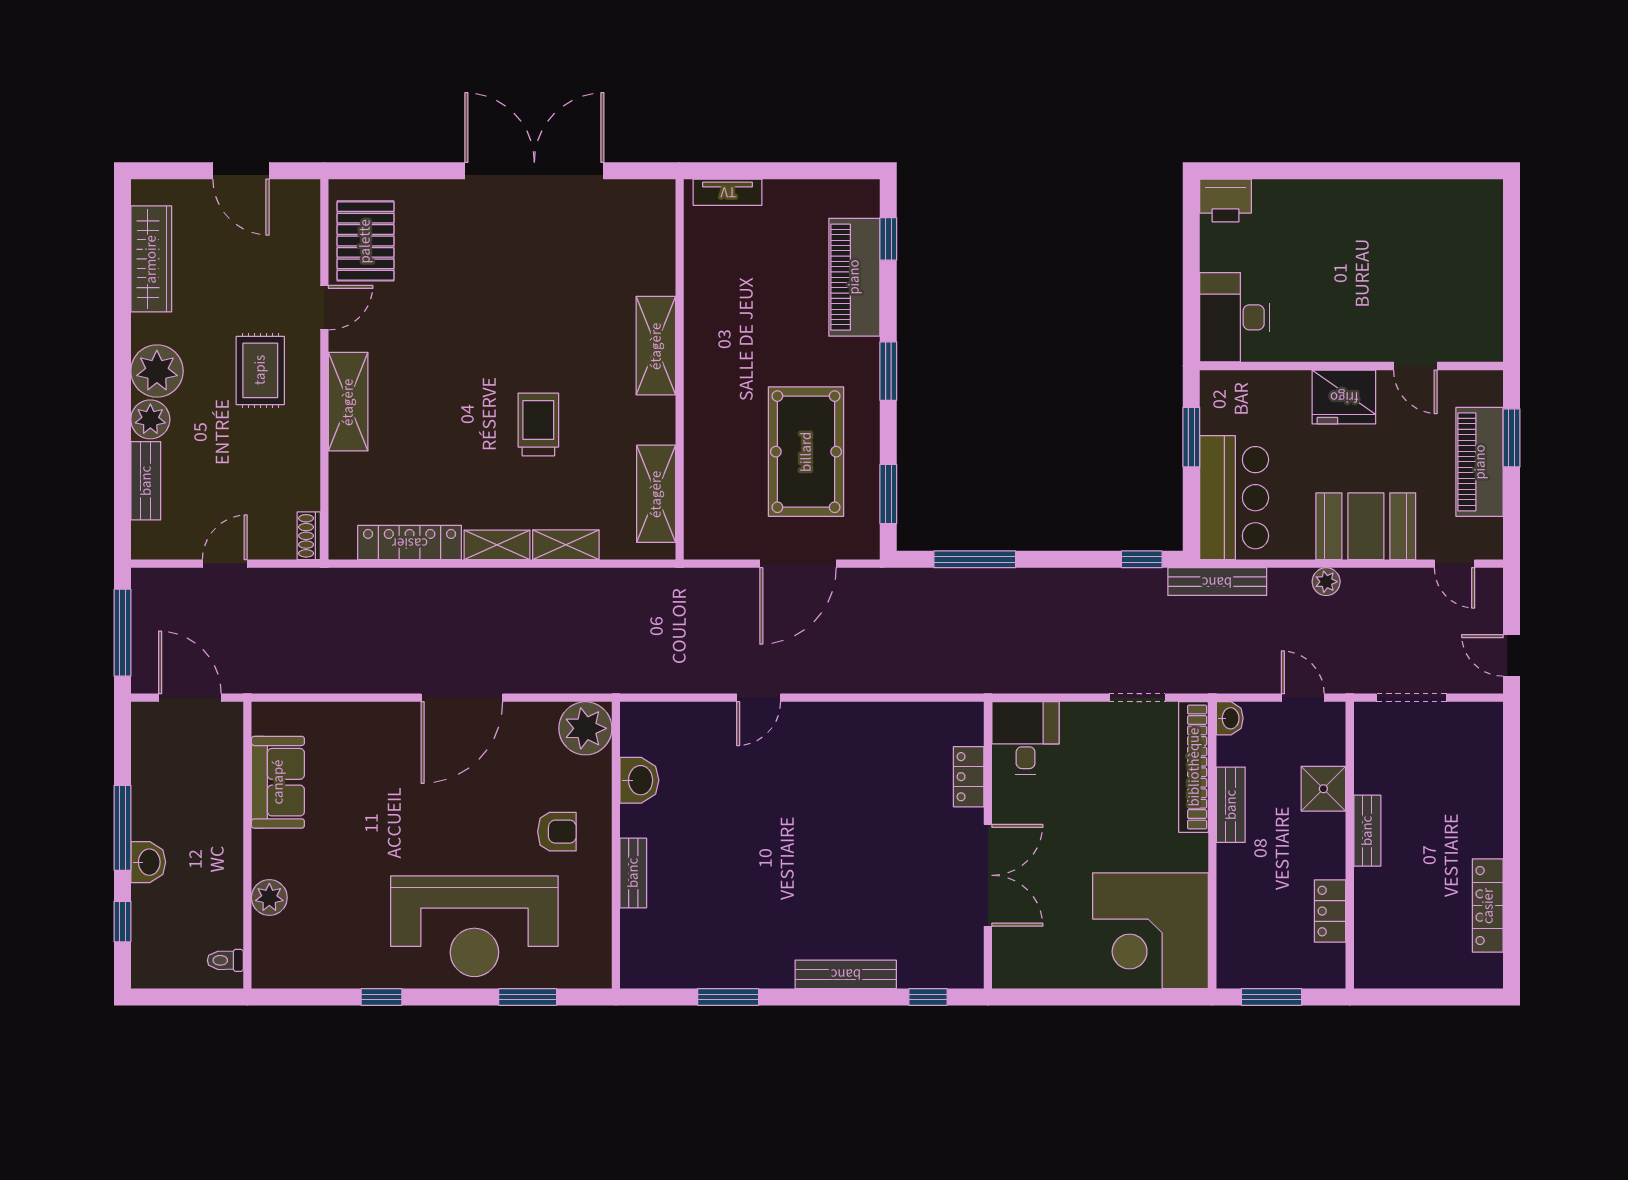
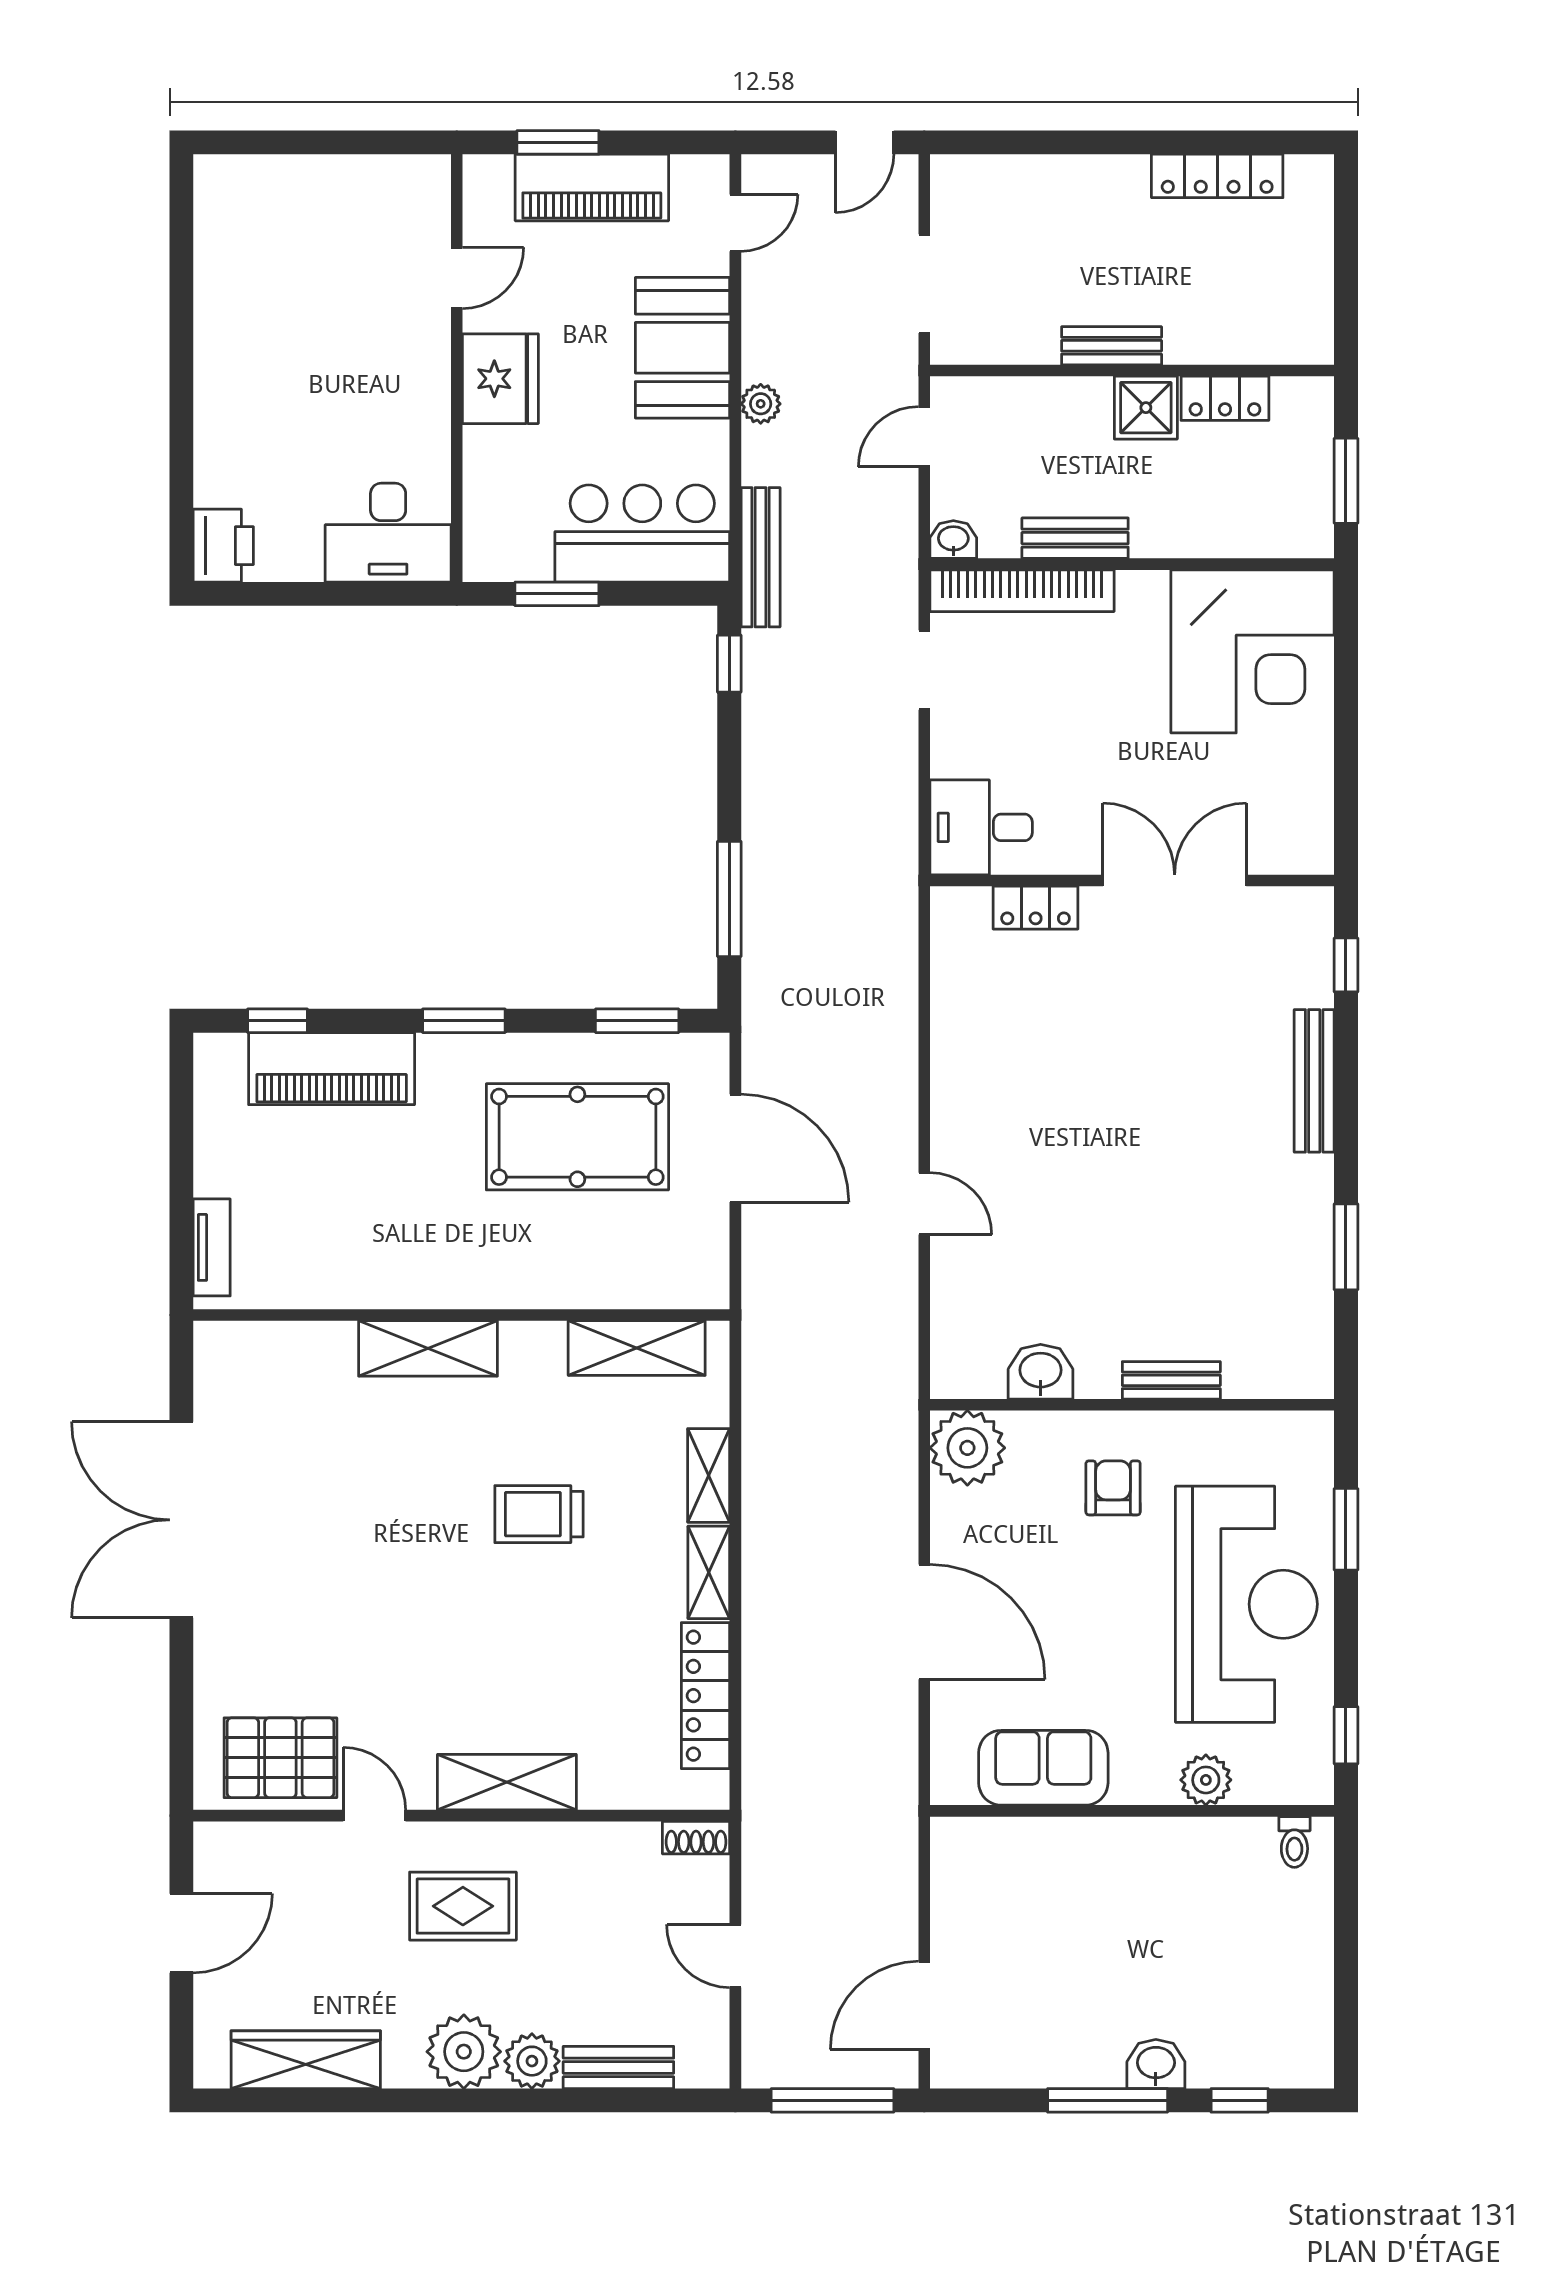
sofa: (278, 782) -> (1043, 1768), moved
shower: (1323, 789) -> (1146, 408), moved
wall: (247, 845) -> (1132, 1811), moved
plant: (269, 898) -> (1206, 1780), moved
toilet: (225, 960) -> (1294, 1842), moved

